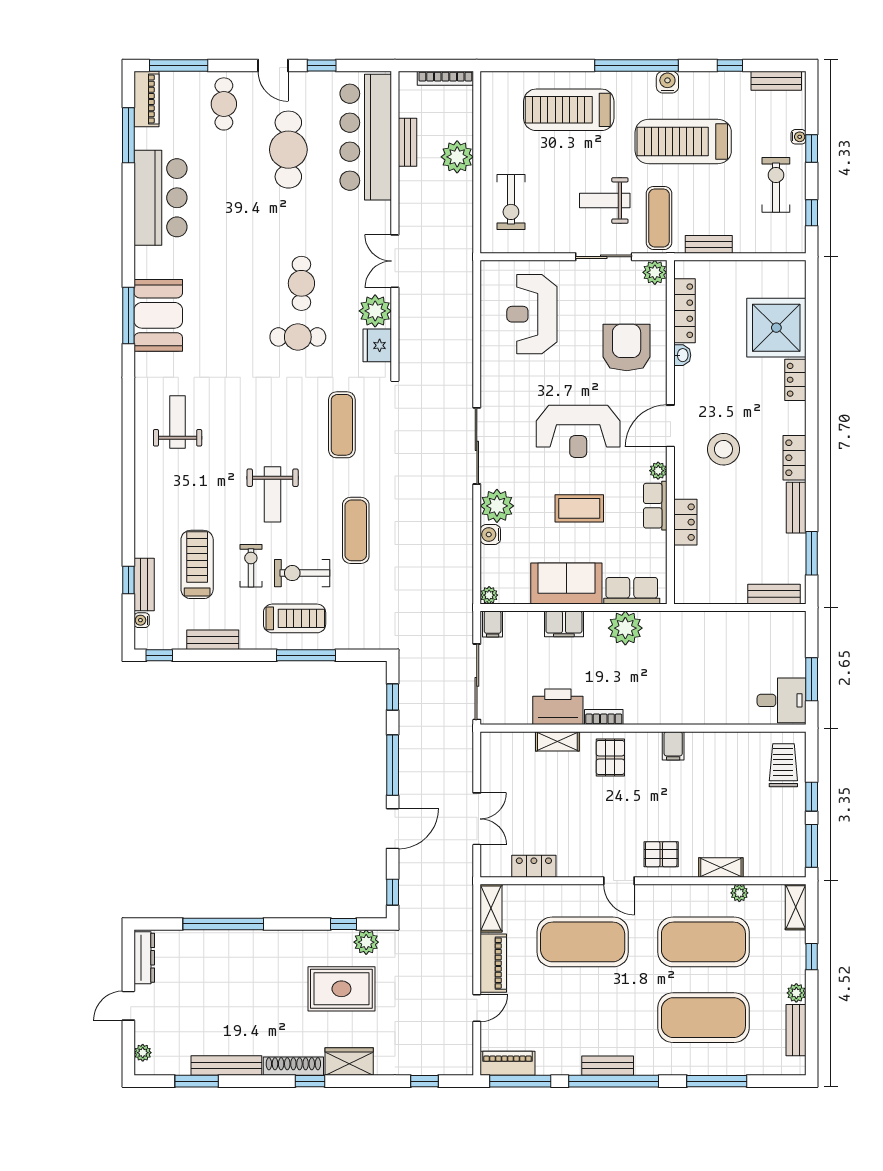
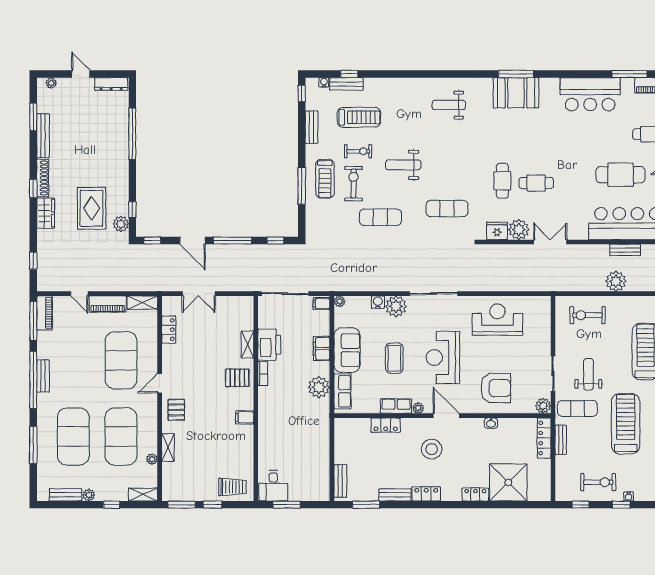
locker: (684, 311) -> (544, 438), moved, turned 90
reception desk: (532, 314) -> (497, 320), moved
weight bench: (178, 422) -> (449, 105), turned 180

